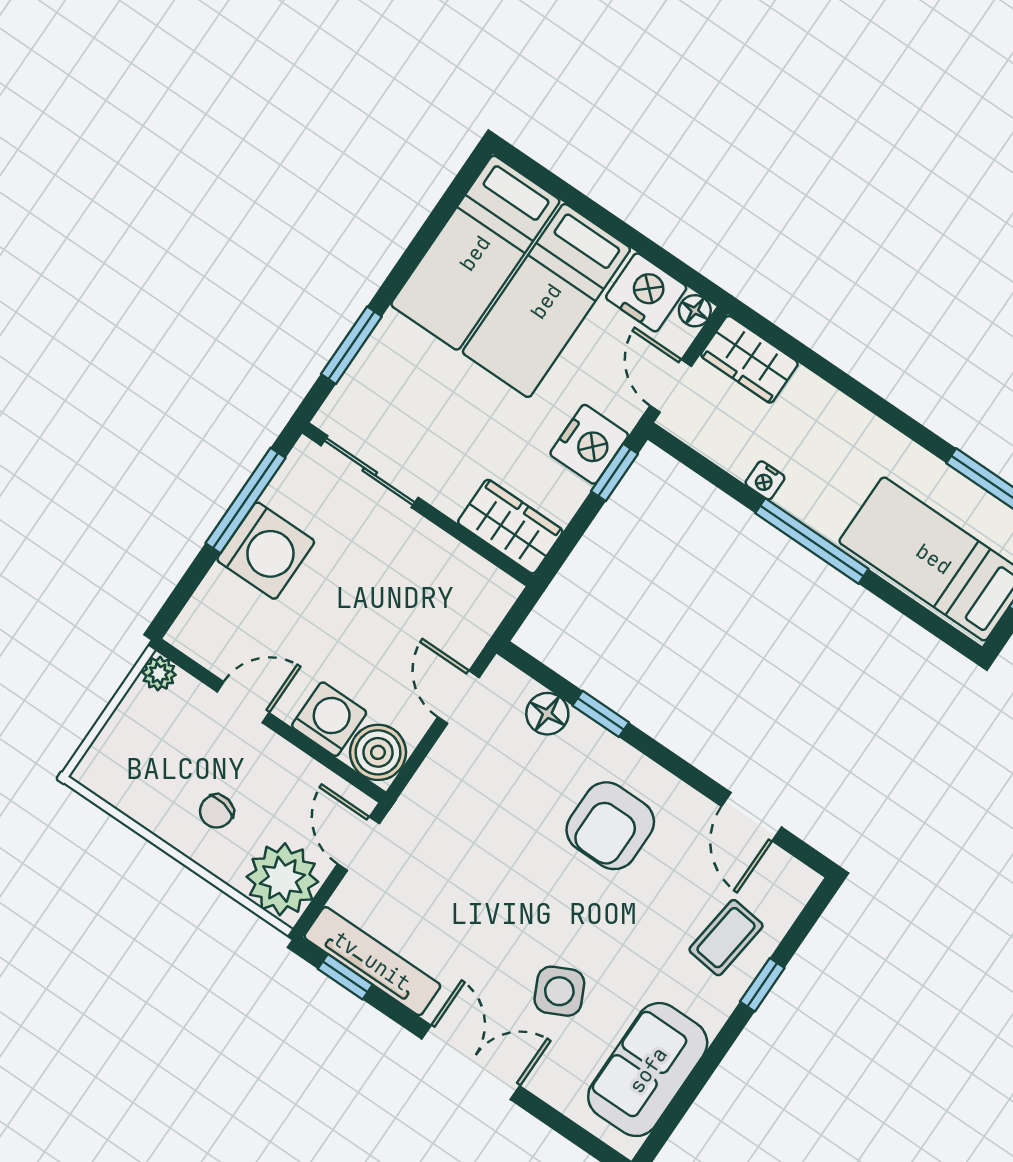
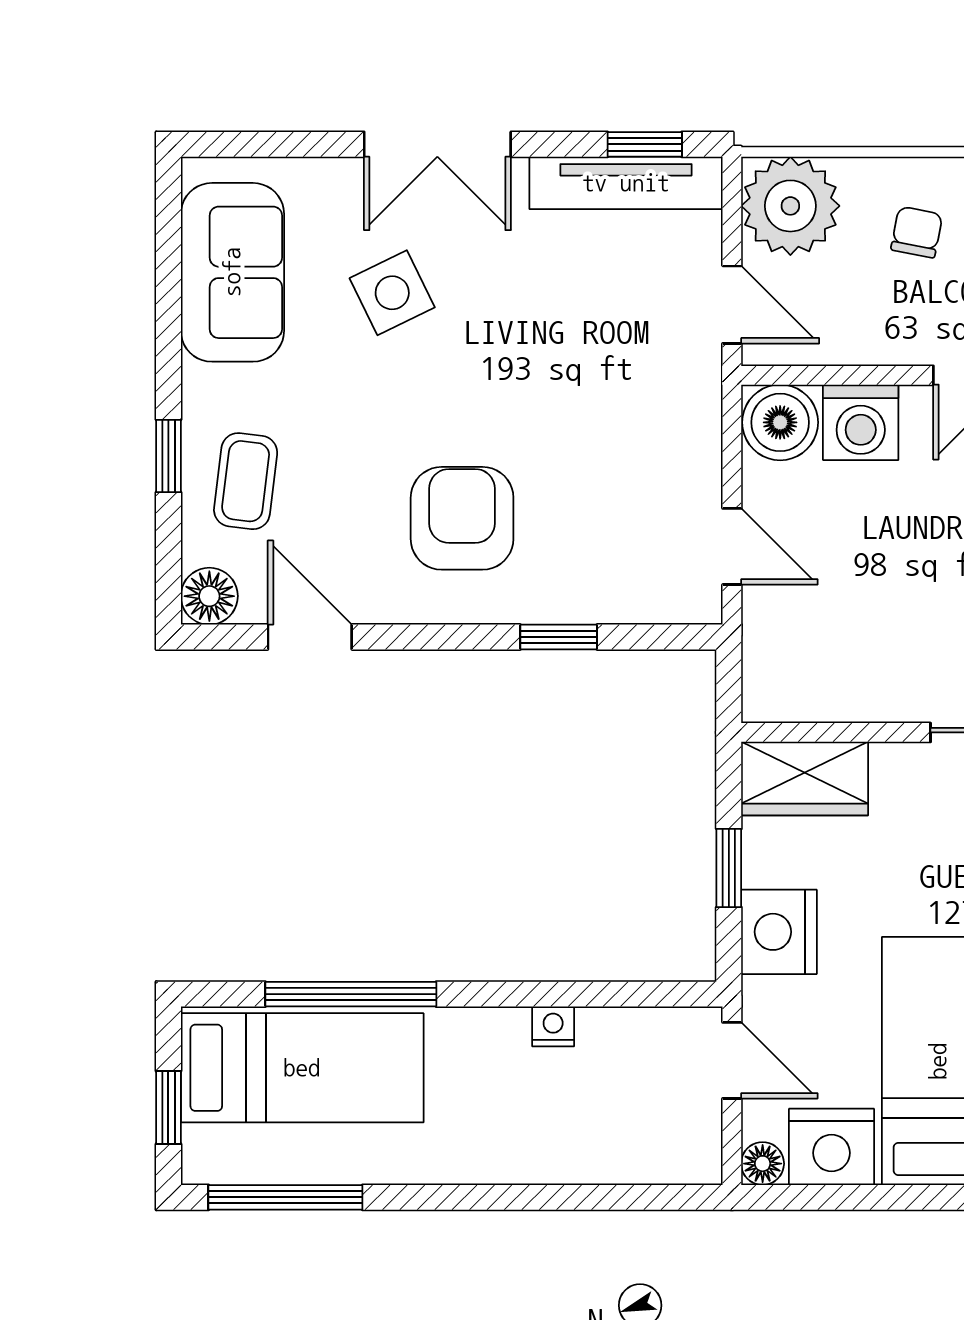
wardrobe: (749, 359) -> (664, 1151), removed
window: (614, 472) -> (729, 868), moved
window: (812, 541) -> (351, 994), moved
floor lamp: (547, 714) -> (209, 596), moved

